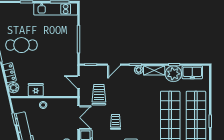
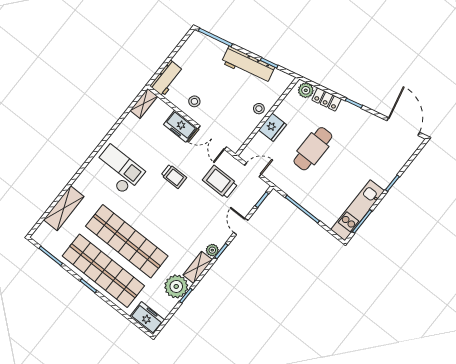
cafe table: (21, 45) -> (313, 149), moved
freezer: (192, 72) -> (147, 318), moved, turned 90
fridge: (36, 90) -> (273, 127), moved
trolley: (99, 95) -> (220, 182), turned 180

